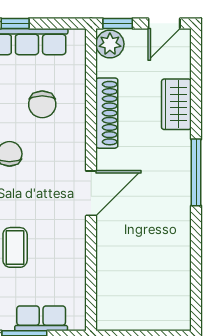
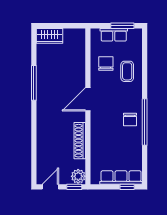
chair: (42, 104) -> (106, 63), moved
wardrobe: (176, 104) -> (49, 36), moved, turned 90
window: (196, 172) -> (34, 83), moved

